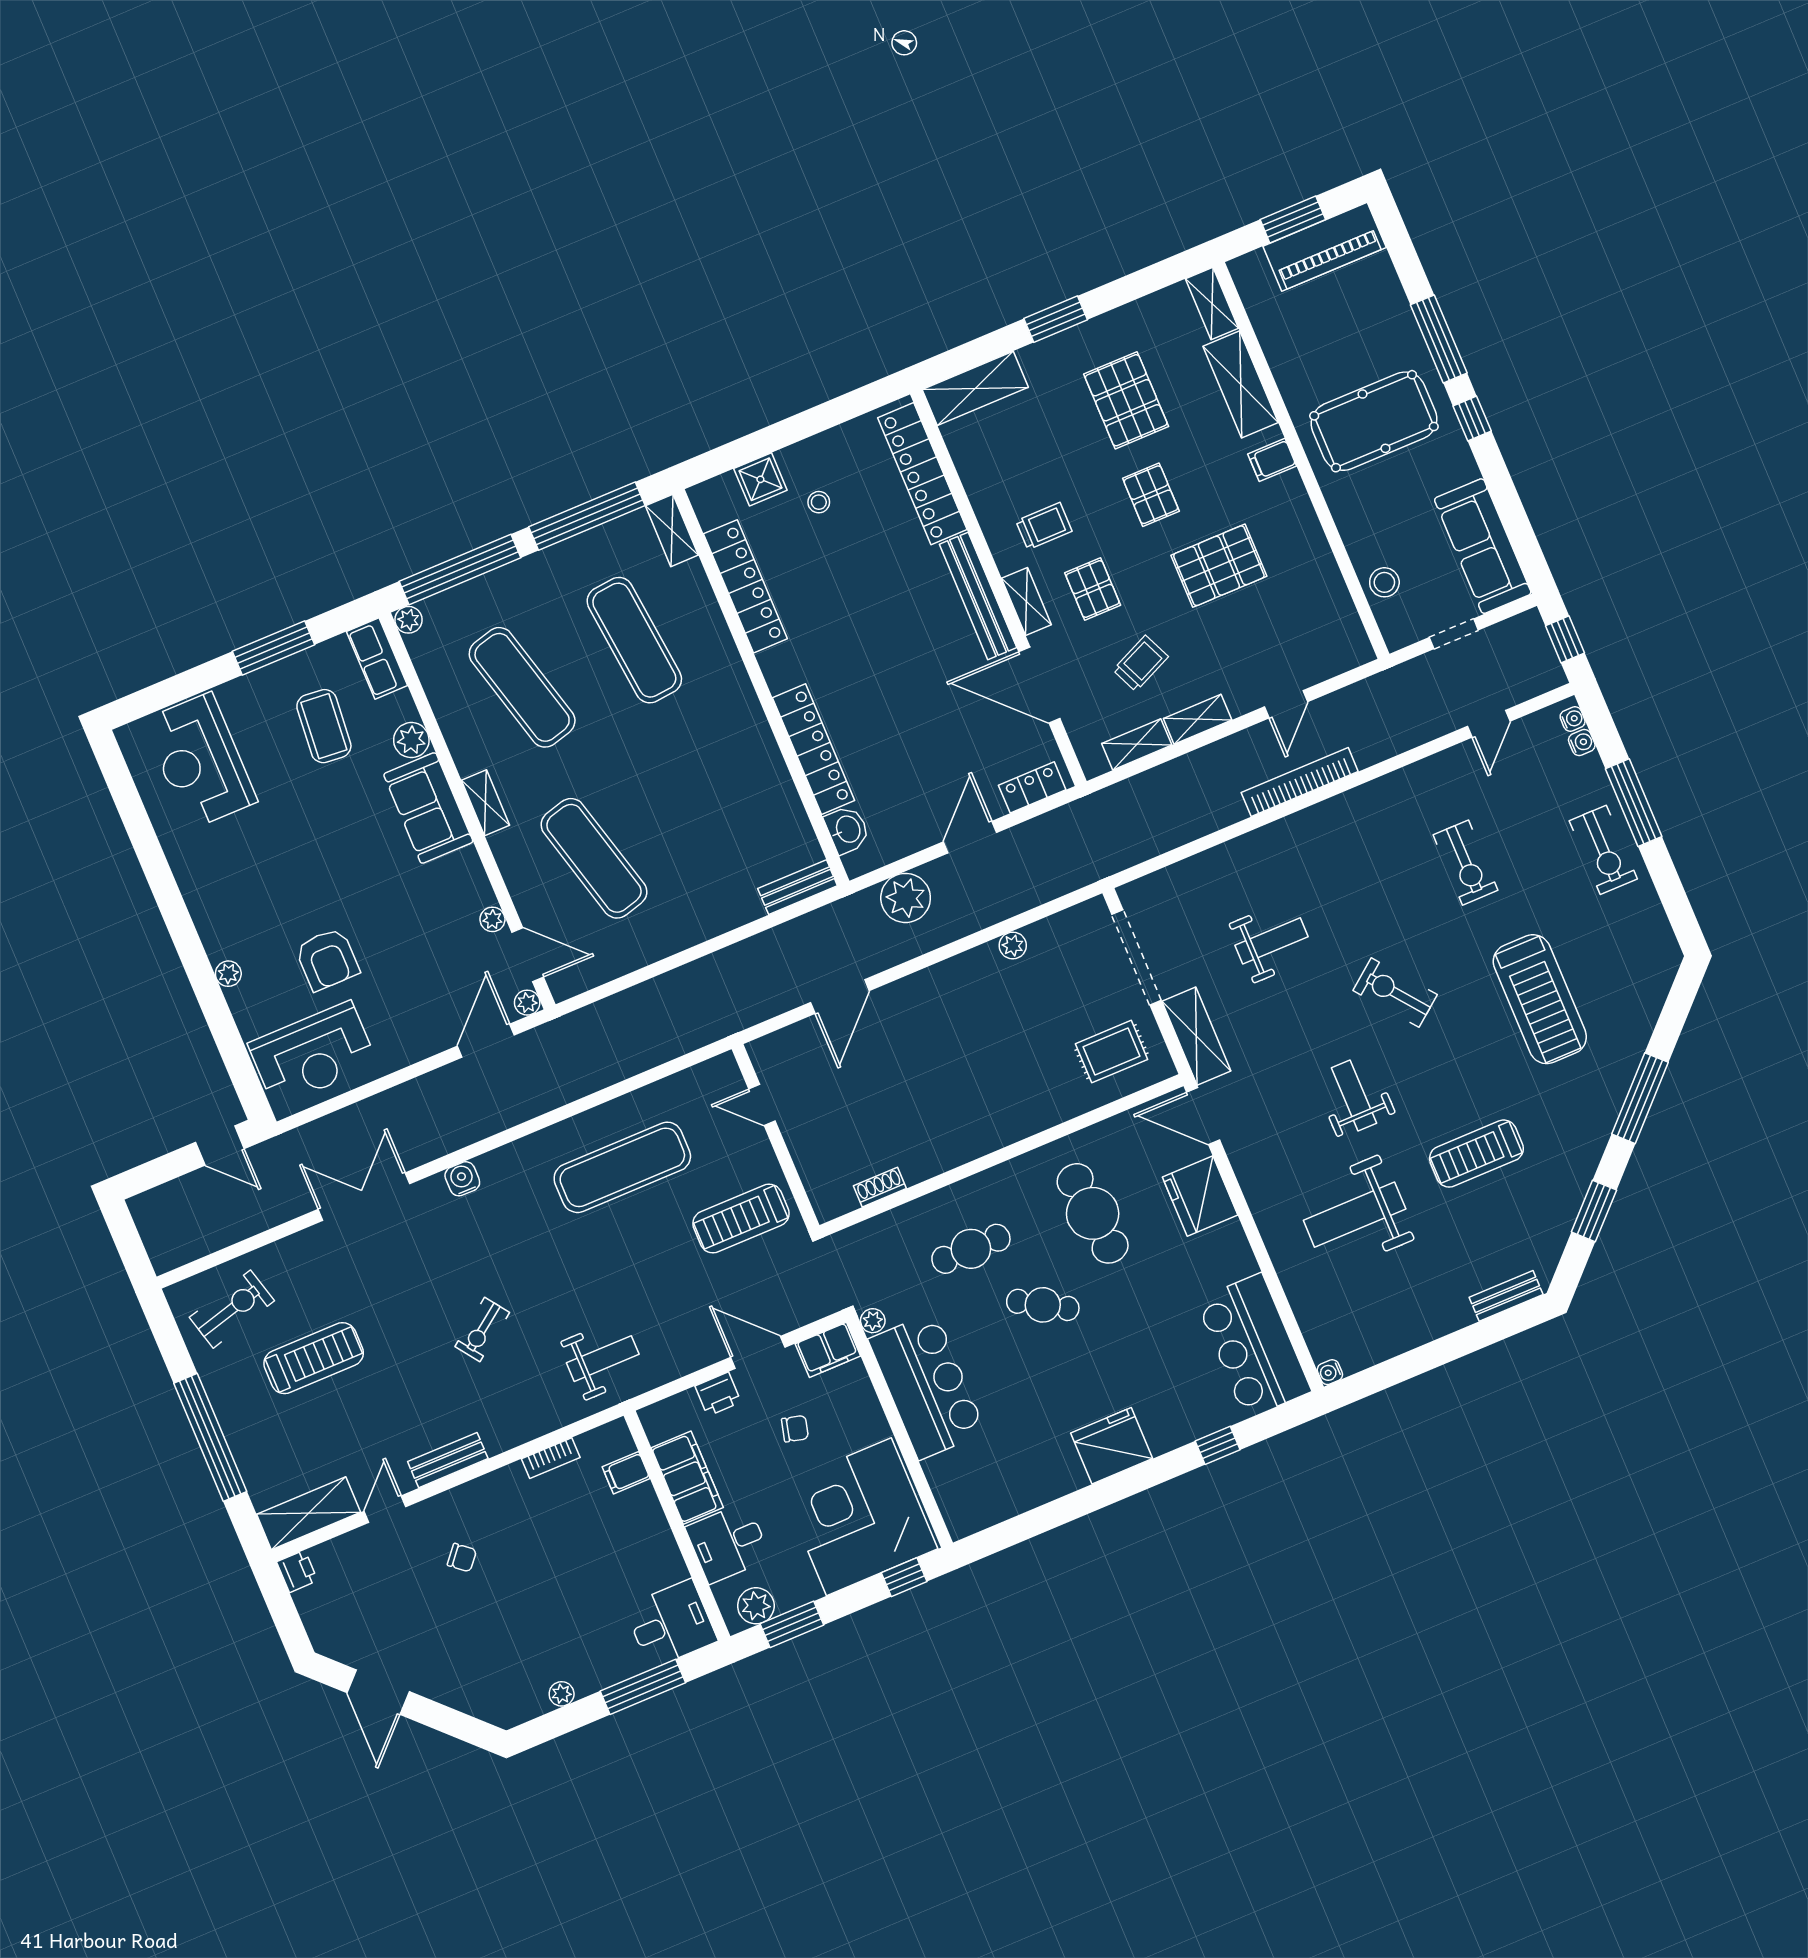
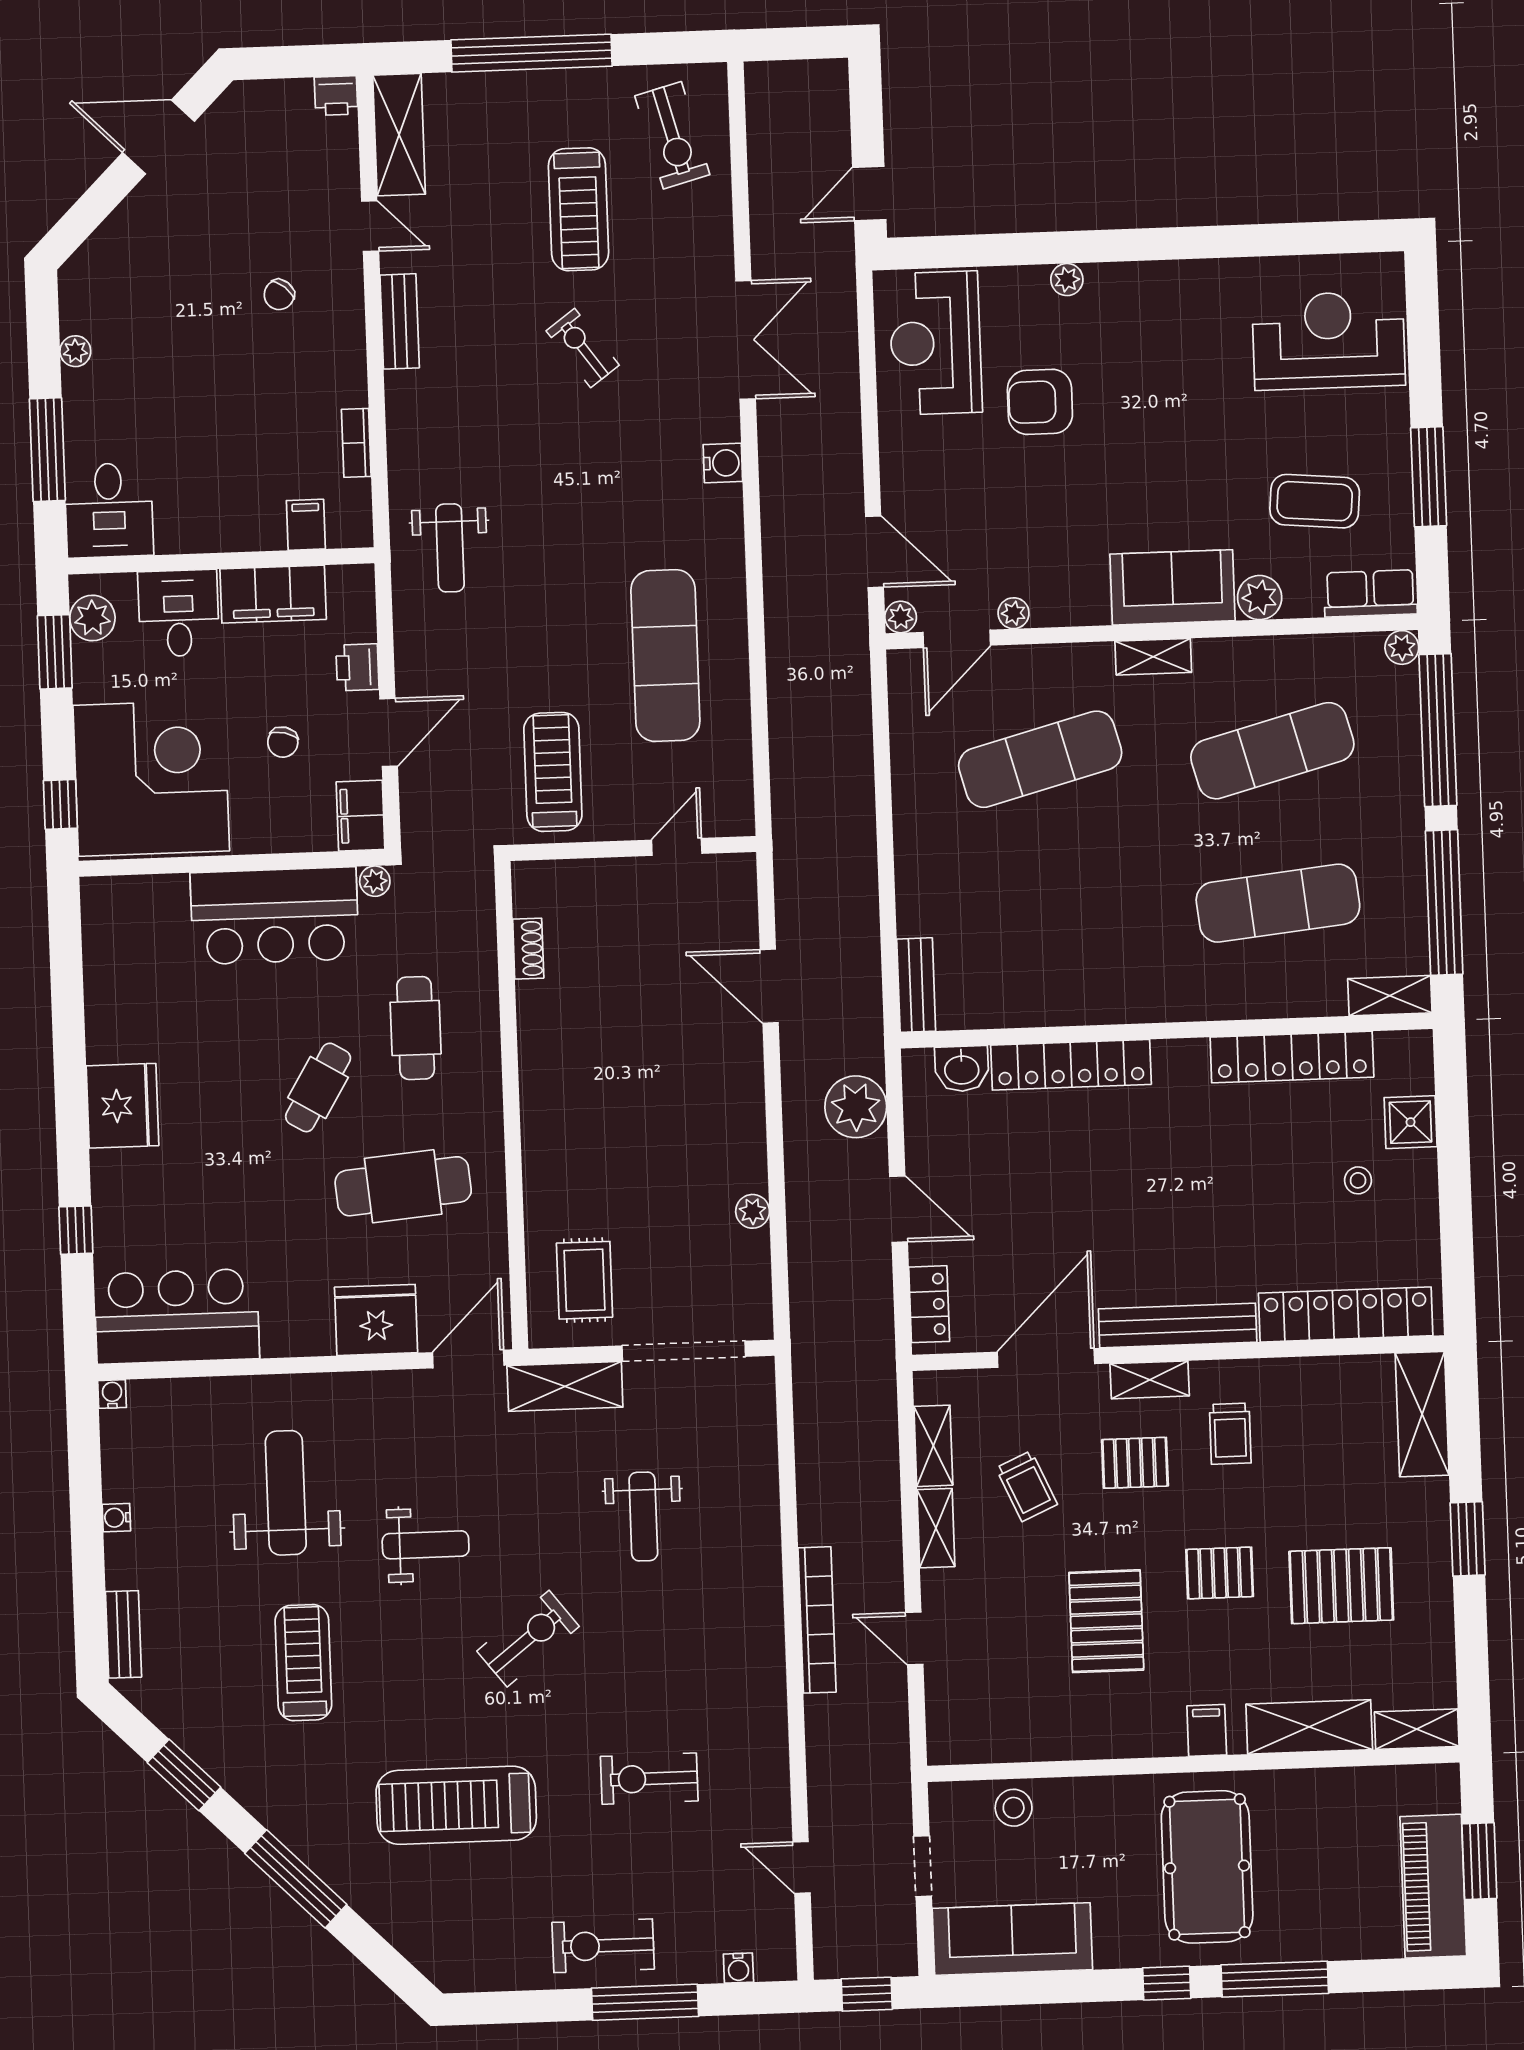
water cooler: (1573, 719) -> (116, 1518), moved, turned 90
exercise bike: (482, 1329) -> (583, 348), moved

